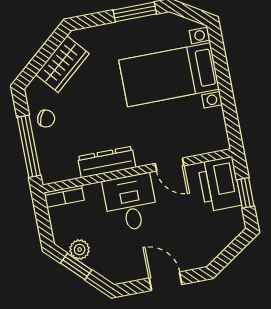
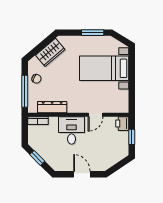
dresser: (107, 162) -> (52, 107), moved
door: (170, 165) -> (95, 115), hinge flipped
printer: (219, 184) -> (122, 124), width x0.53, depth x0.68
plant: (80, 250) -> (41, 149), removed

